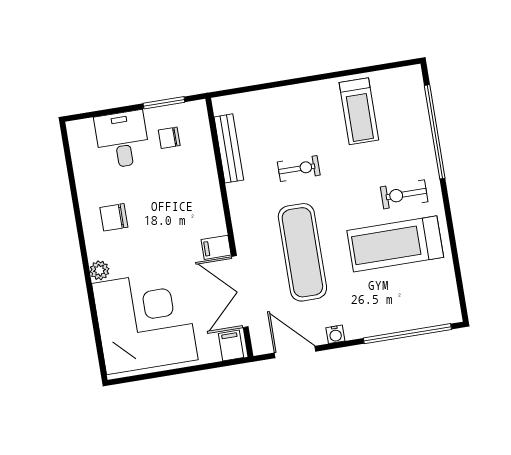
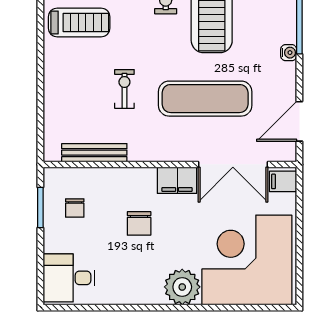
desk: (122, 139) -> (69, 278), moved
chair: (114, 217) -> (139, 223), moved
filing cabinet: (216, 247) -> (177, 180), width x2.00
plant: (100, 270) -> (182, 287), width x1.88, depth x1.88
water cooler: (335, 334) -> (289, 53), moved

